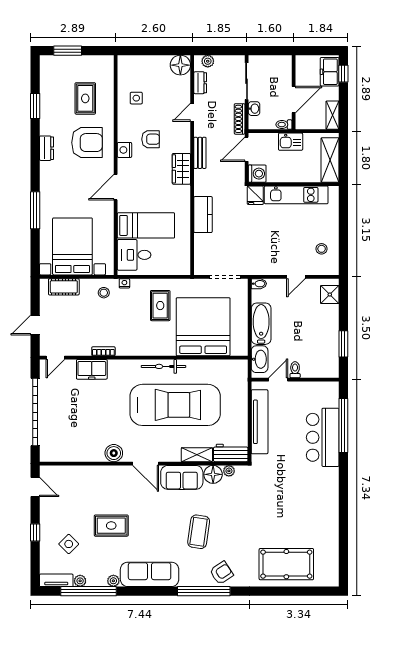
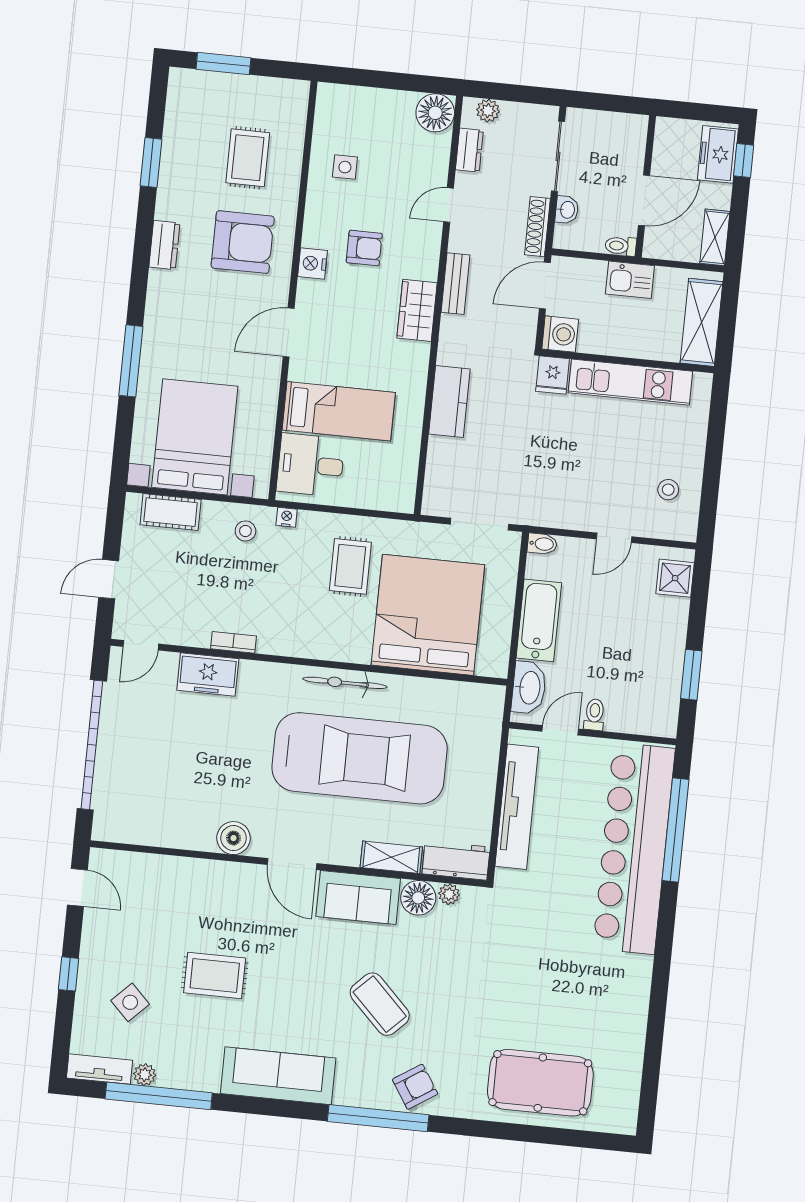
bar counter: (323, 437) -> (634, 848), width x1.86
coffee table: (199, 532) -> (380, 1004), turned -53
plant: (113, 581) -> (208, 1081), removed

